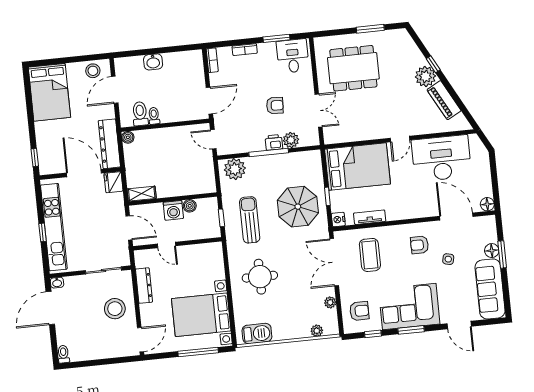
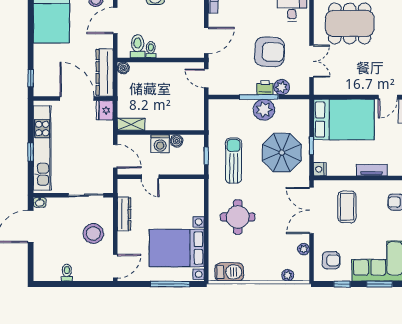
armchair: (275, 105) -> (270, 52), width x1.88, depth x1.88
plant: (235, 169) -> (264, 110), moved
tv unit: (370, 217) -> (372, 170), moved
toilet: (63, 354) -> (67, 273), moved

